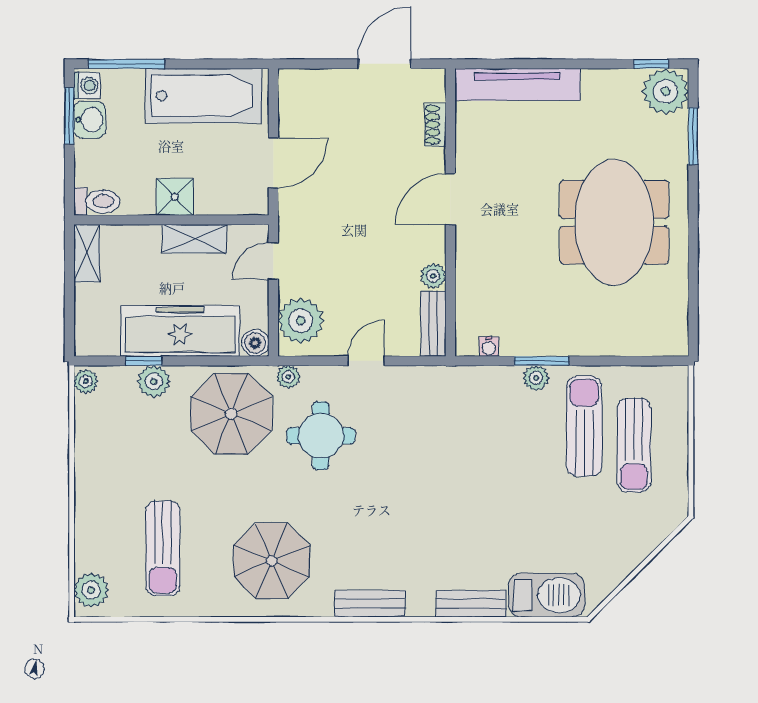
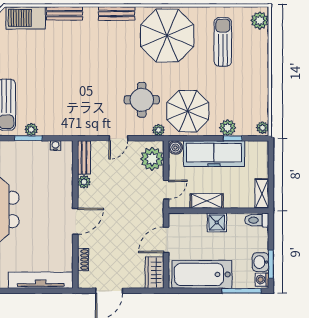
wardrobe: (296, 99) -> (155, 273), added
parasol: (271, 561) -> (167, 36), width x1.36, depth x1.36

